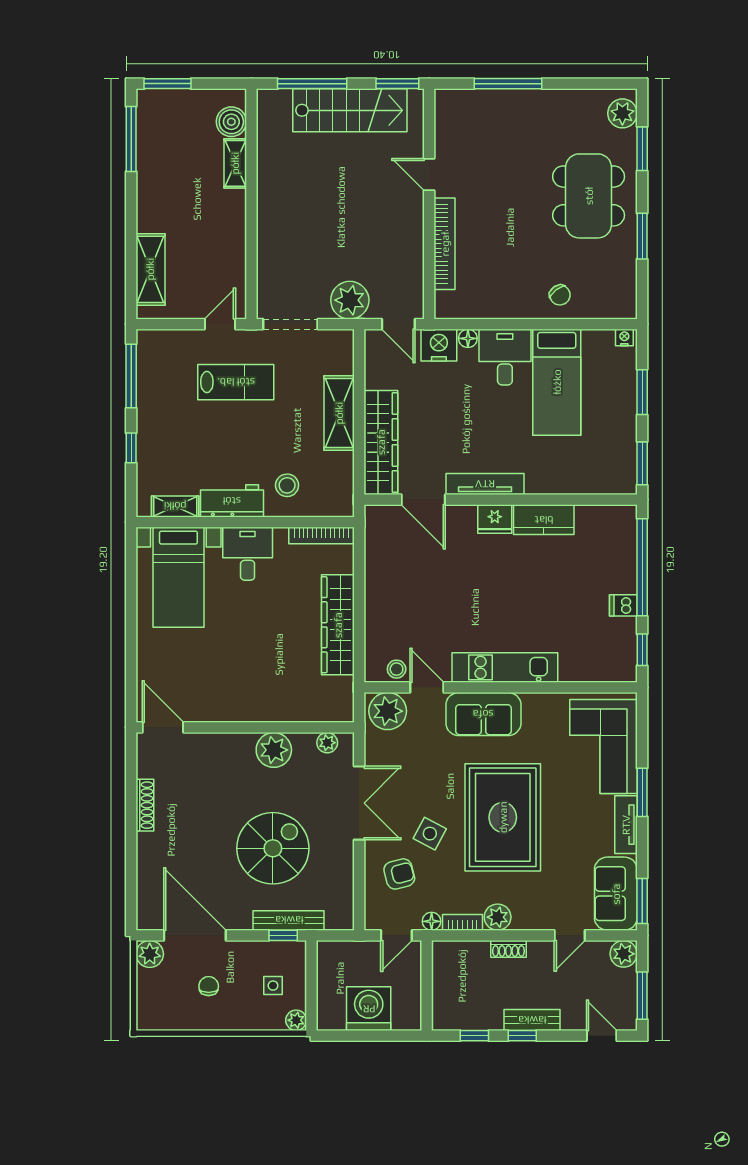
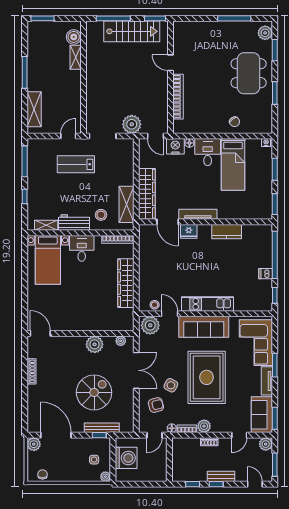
window: (508, 84) -> (234, 18), moved
window: (131, 139) -> (25, 72), moved
lab bench: (236, 382) -> (76, 164), turned 180
shelving: (339, 413) -> (126, 204), moved
fridge: (495, 519) -> (189, 231), moved
sofa: (483, 714) -> (204, 327), width x1.36
chair: (209, 986) -> (42, 474), moved
washing machine: (369, 1009) -> (126, 458), moved, turned 90

